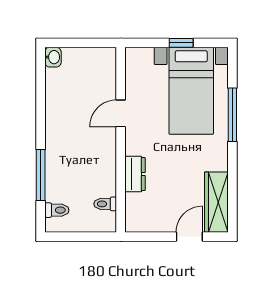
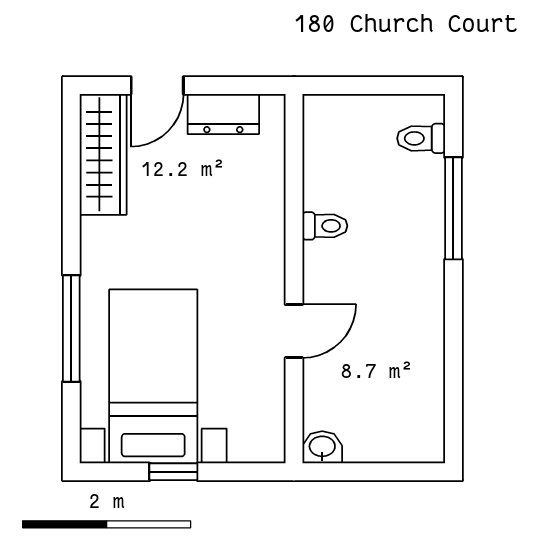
washbasin: (53, 57) -> (322, 447), moved, turned 90
dresser: (135, 174) -> (223, 114), moved, turned -90
toilet: (105, 204) -> (325, 226), moved

